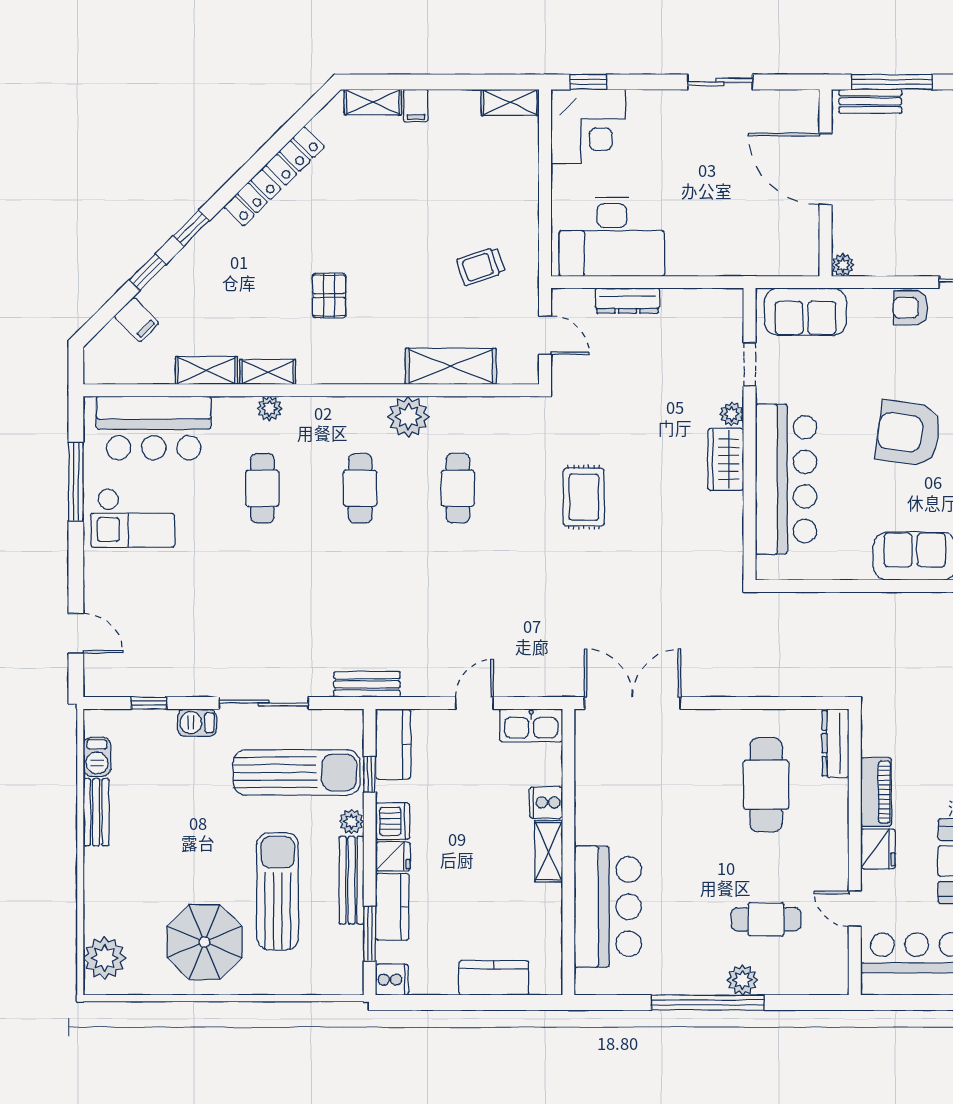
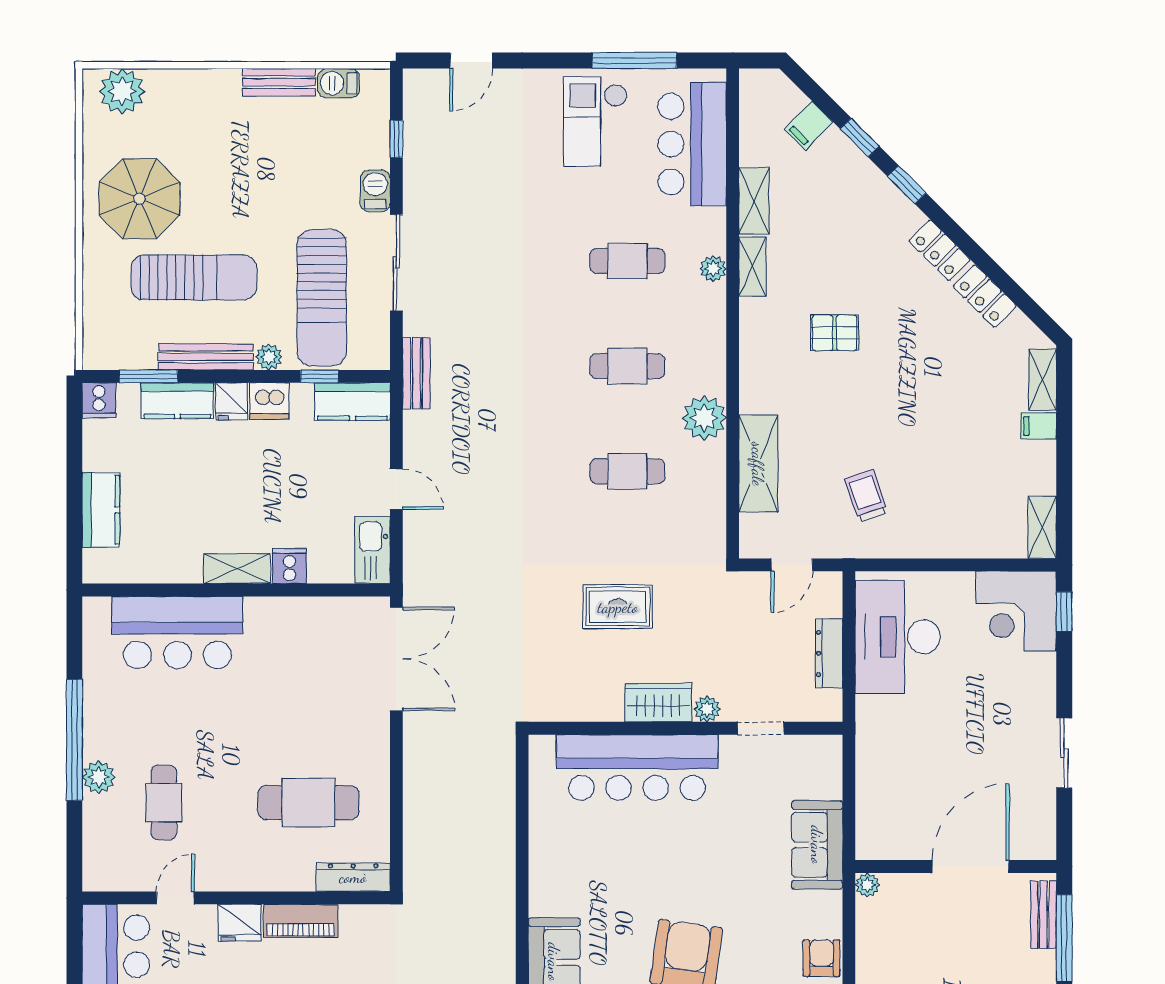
doorway: (750, 364) -> (761, 728), moved
plant: (732, 414) -> (707, 709), moved
wall: (750, 434) -> (686, 728), moved
wardrobe: (726, 459) -> (658, 703), moved
bar counter: (786, 479) -> (637, 767), moved

